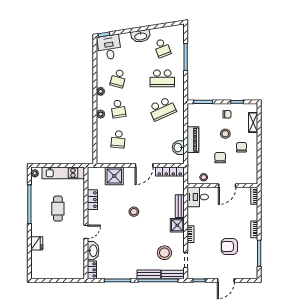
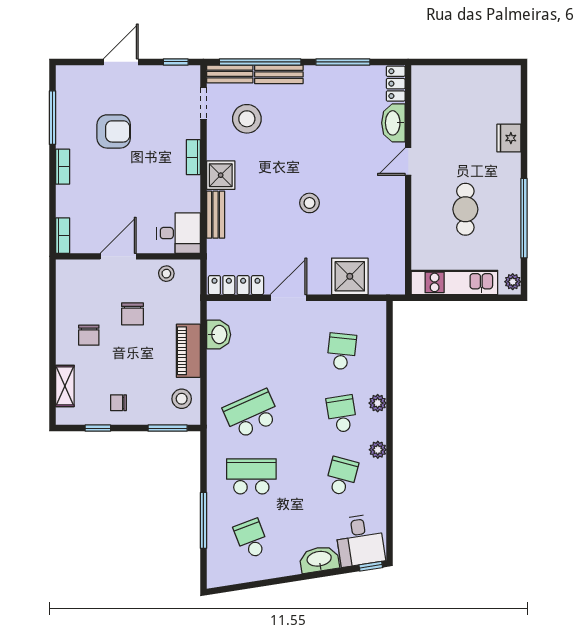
washbasin: (141, 36) -> (319, 559), moved
stool: (225, 134) -> (182, 399), moved
locker: (92, 200) -> (395, 228), removed

